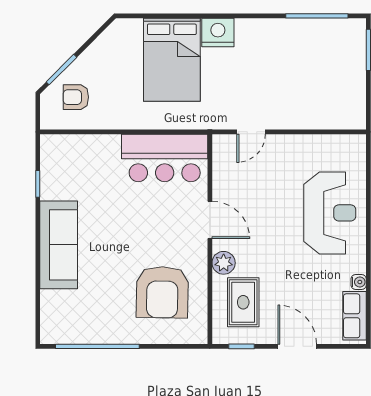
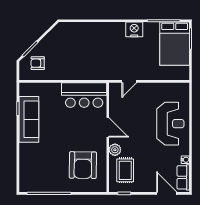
nightstand: (218, 32) -> (134, 29), moved
bed: (172, 60) -> (175, 44), moved
sofa: (59, 245) -> (29, 119), moved
door: (297, 346) -> (167, 193), moved

